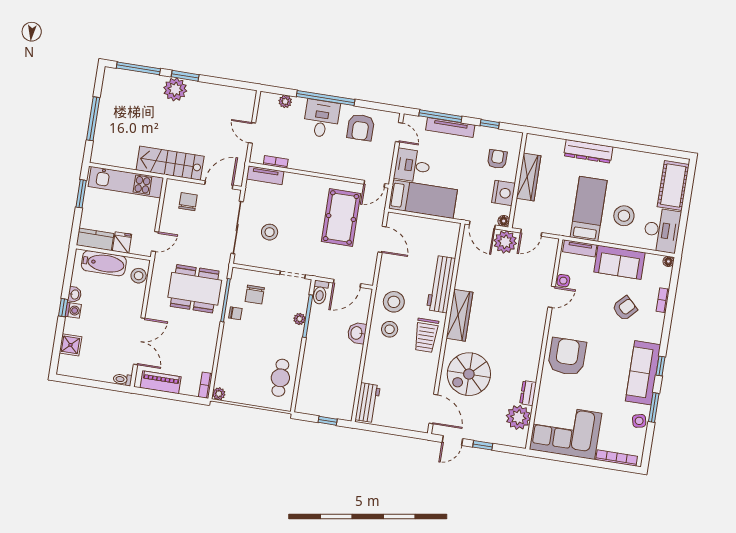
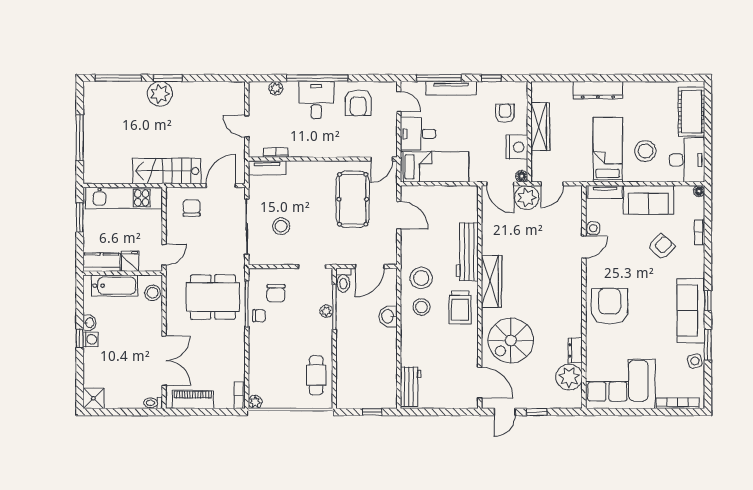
shower: (70, 345) -> (93, 398), moved

